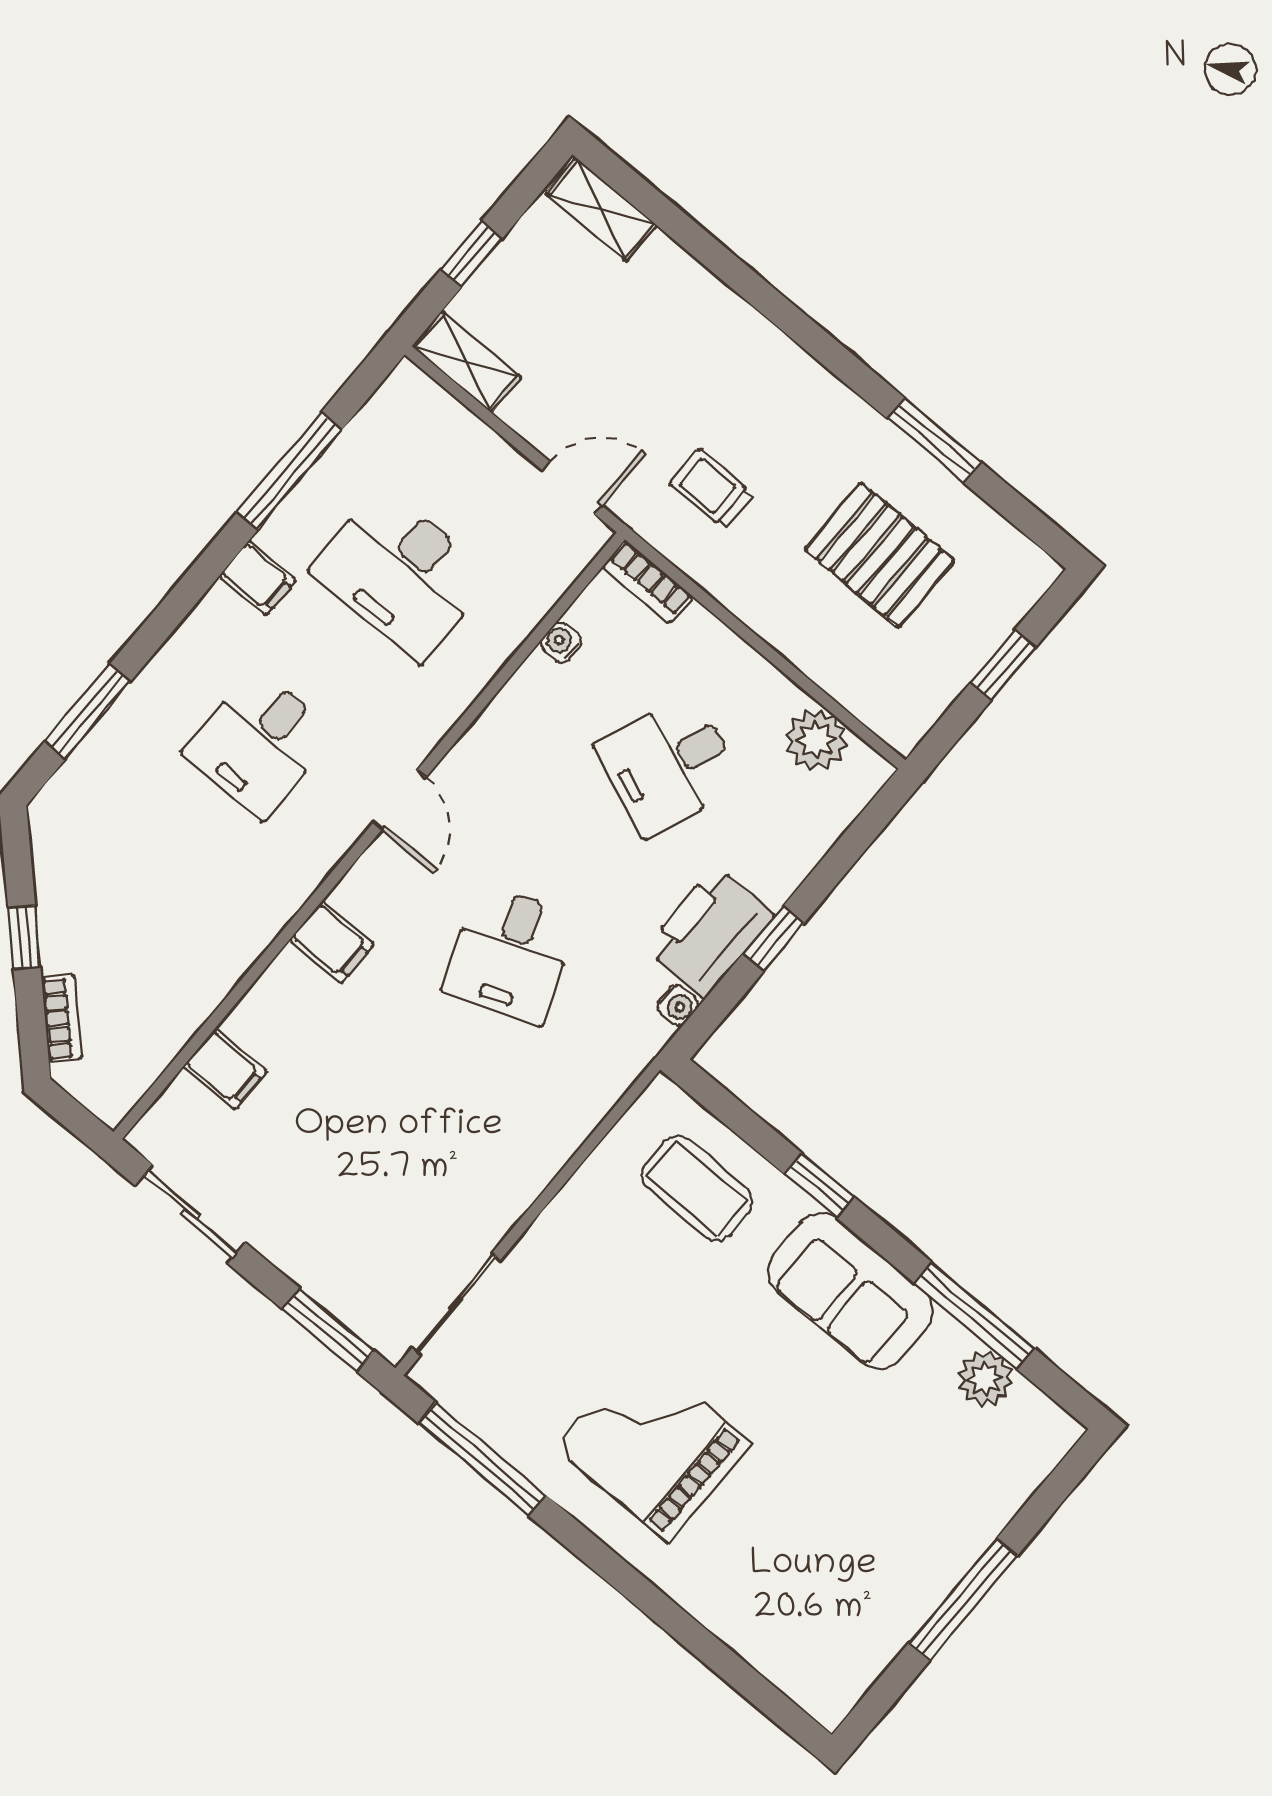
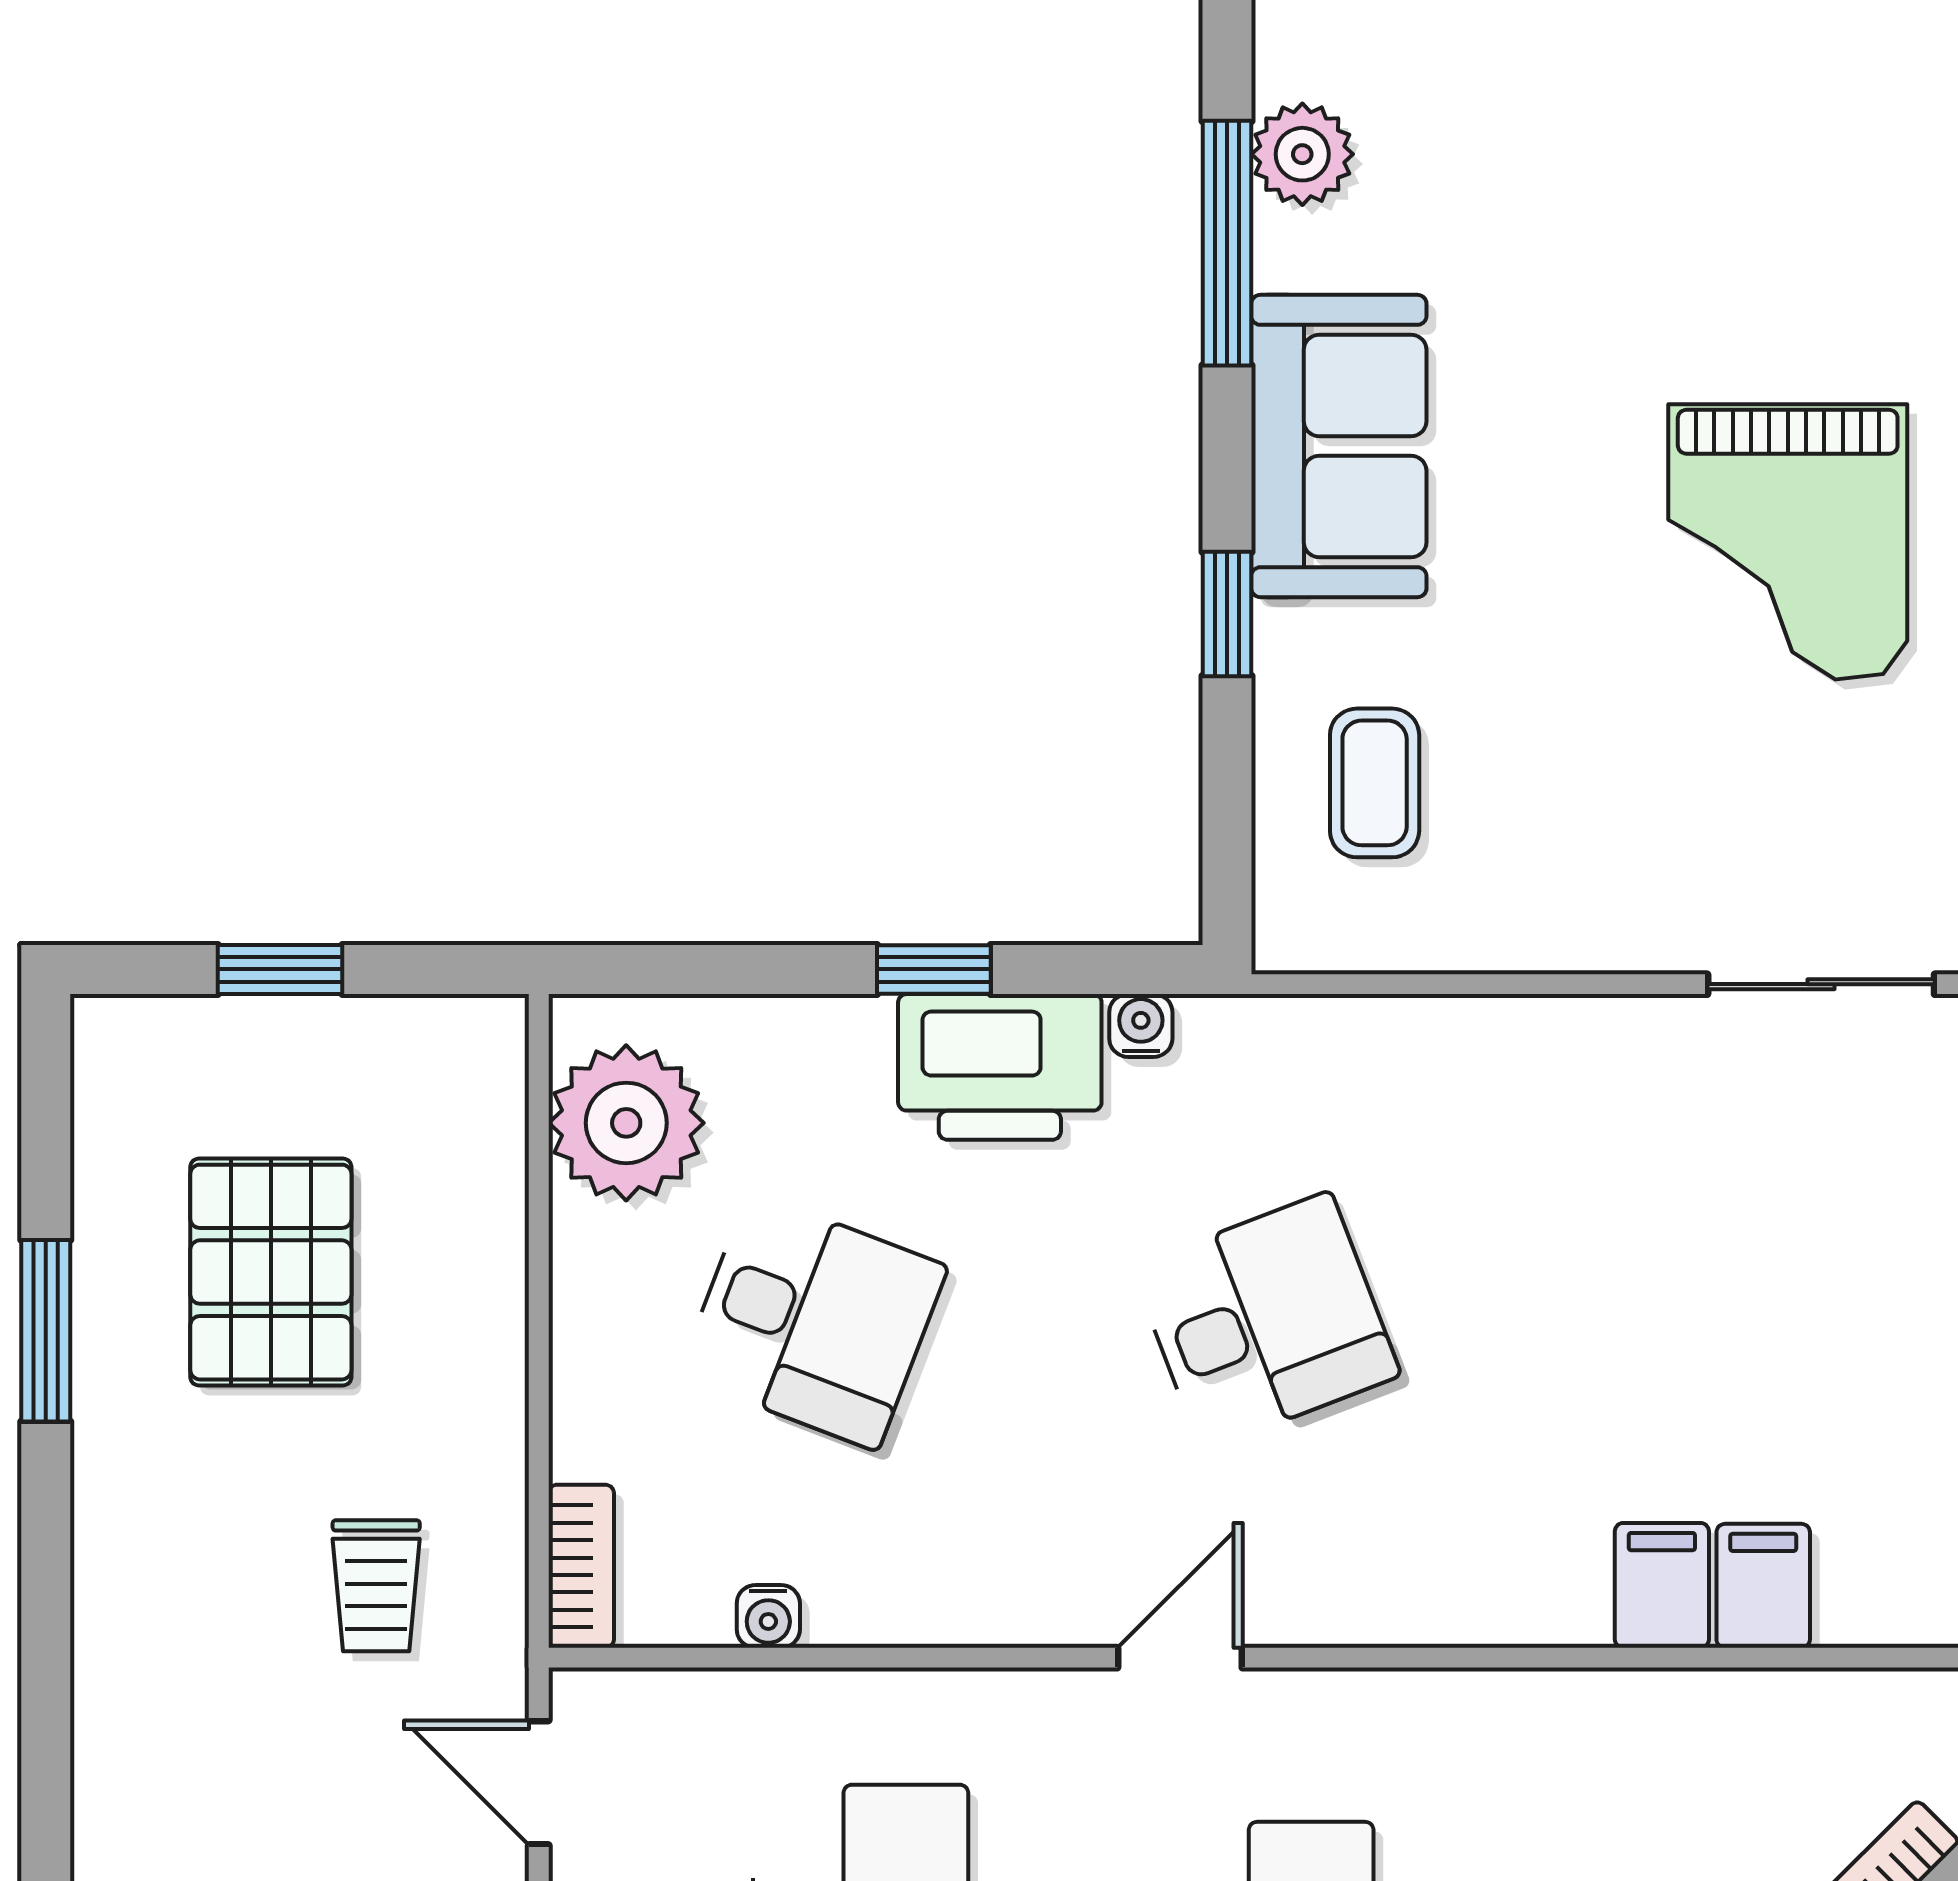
plant: (816, 740) -> (626, 1123), width x1.36, depth x1.36
filing cabinet: (332, 942) -> (1662, 1585), moved
coffee table: (697, 1188) -> (1375, 783), width x0.73, depth x0.77

